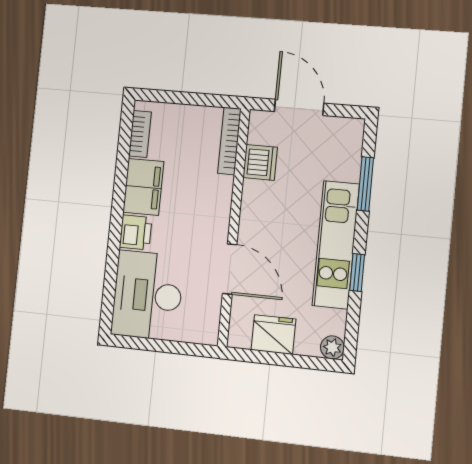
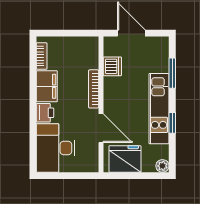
bookcase: (229, 141) -> (94, 89), moved
fridge: (273, 335) -> (125, 159), width x1.36, depth x1.34

